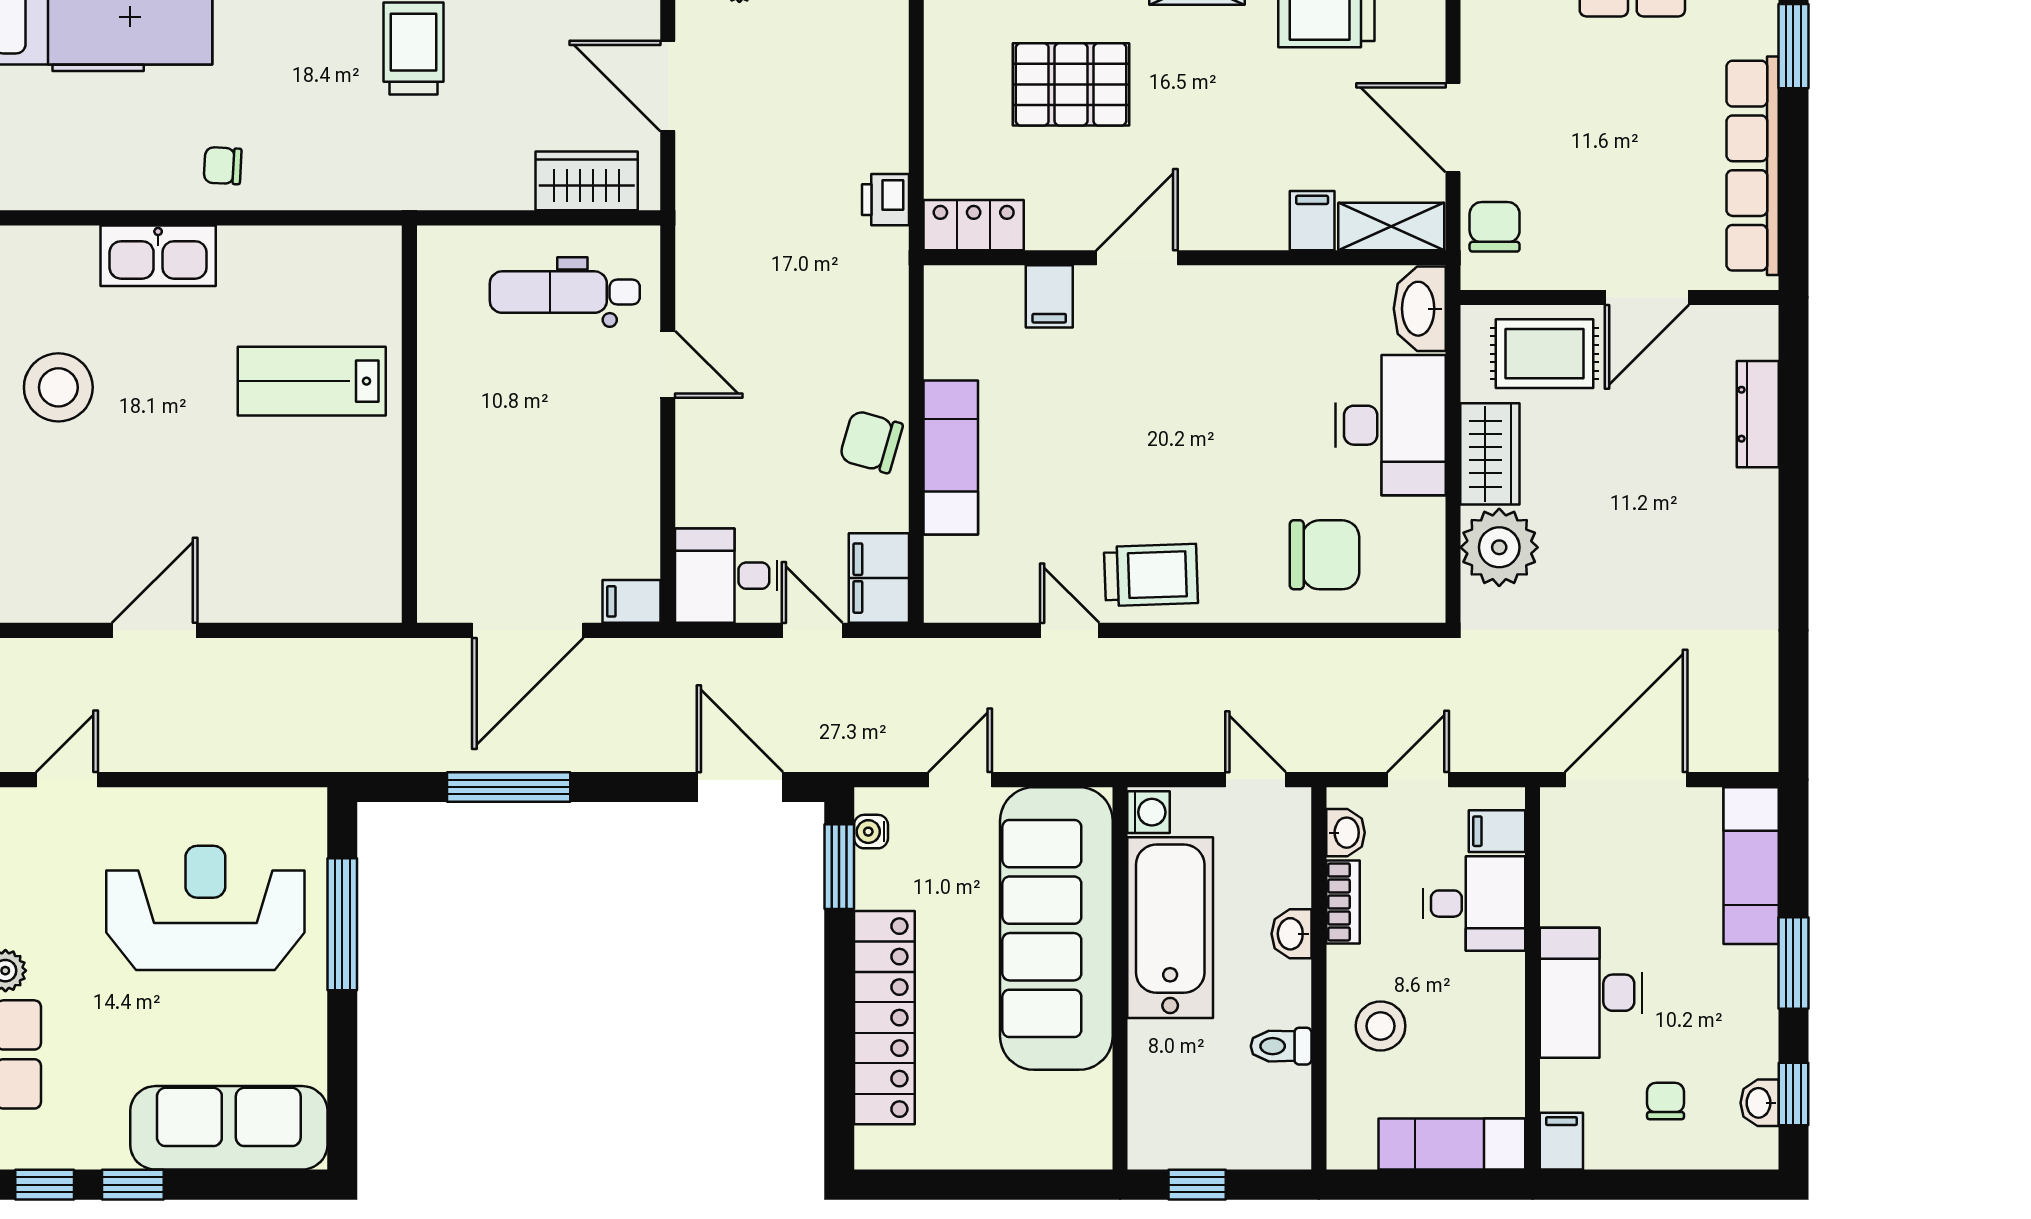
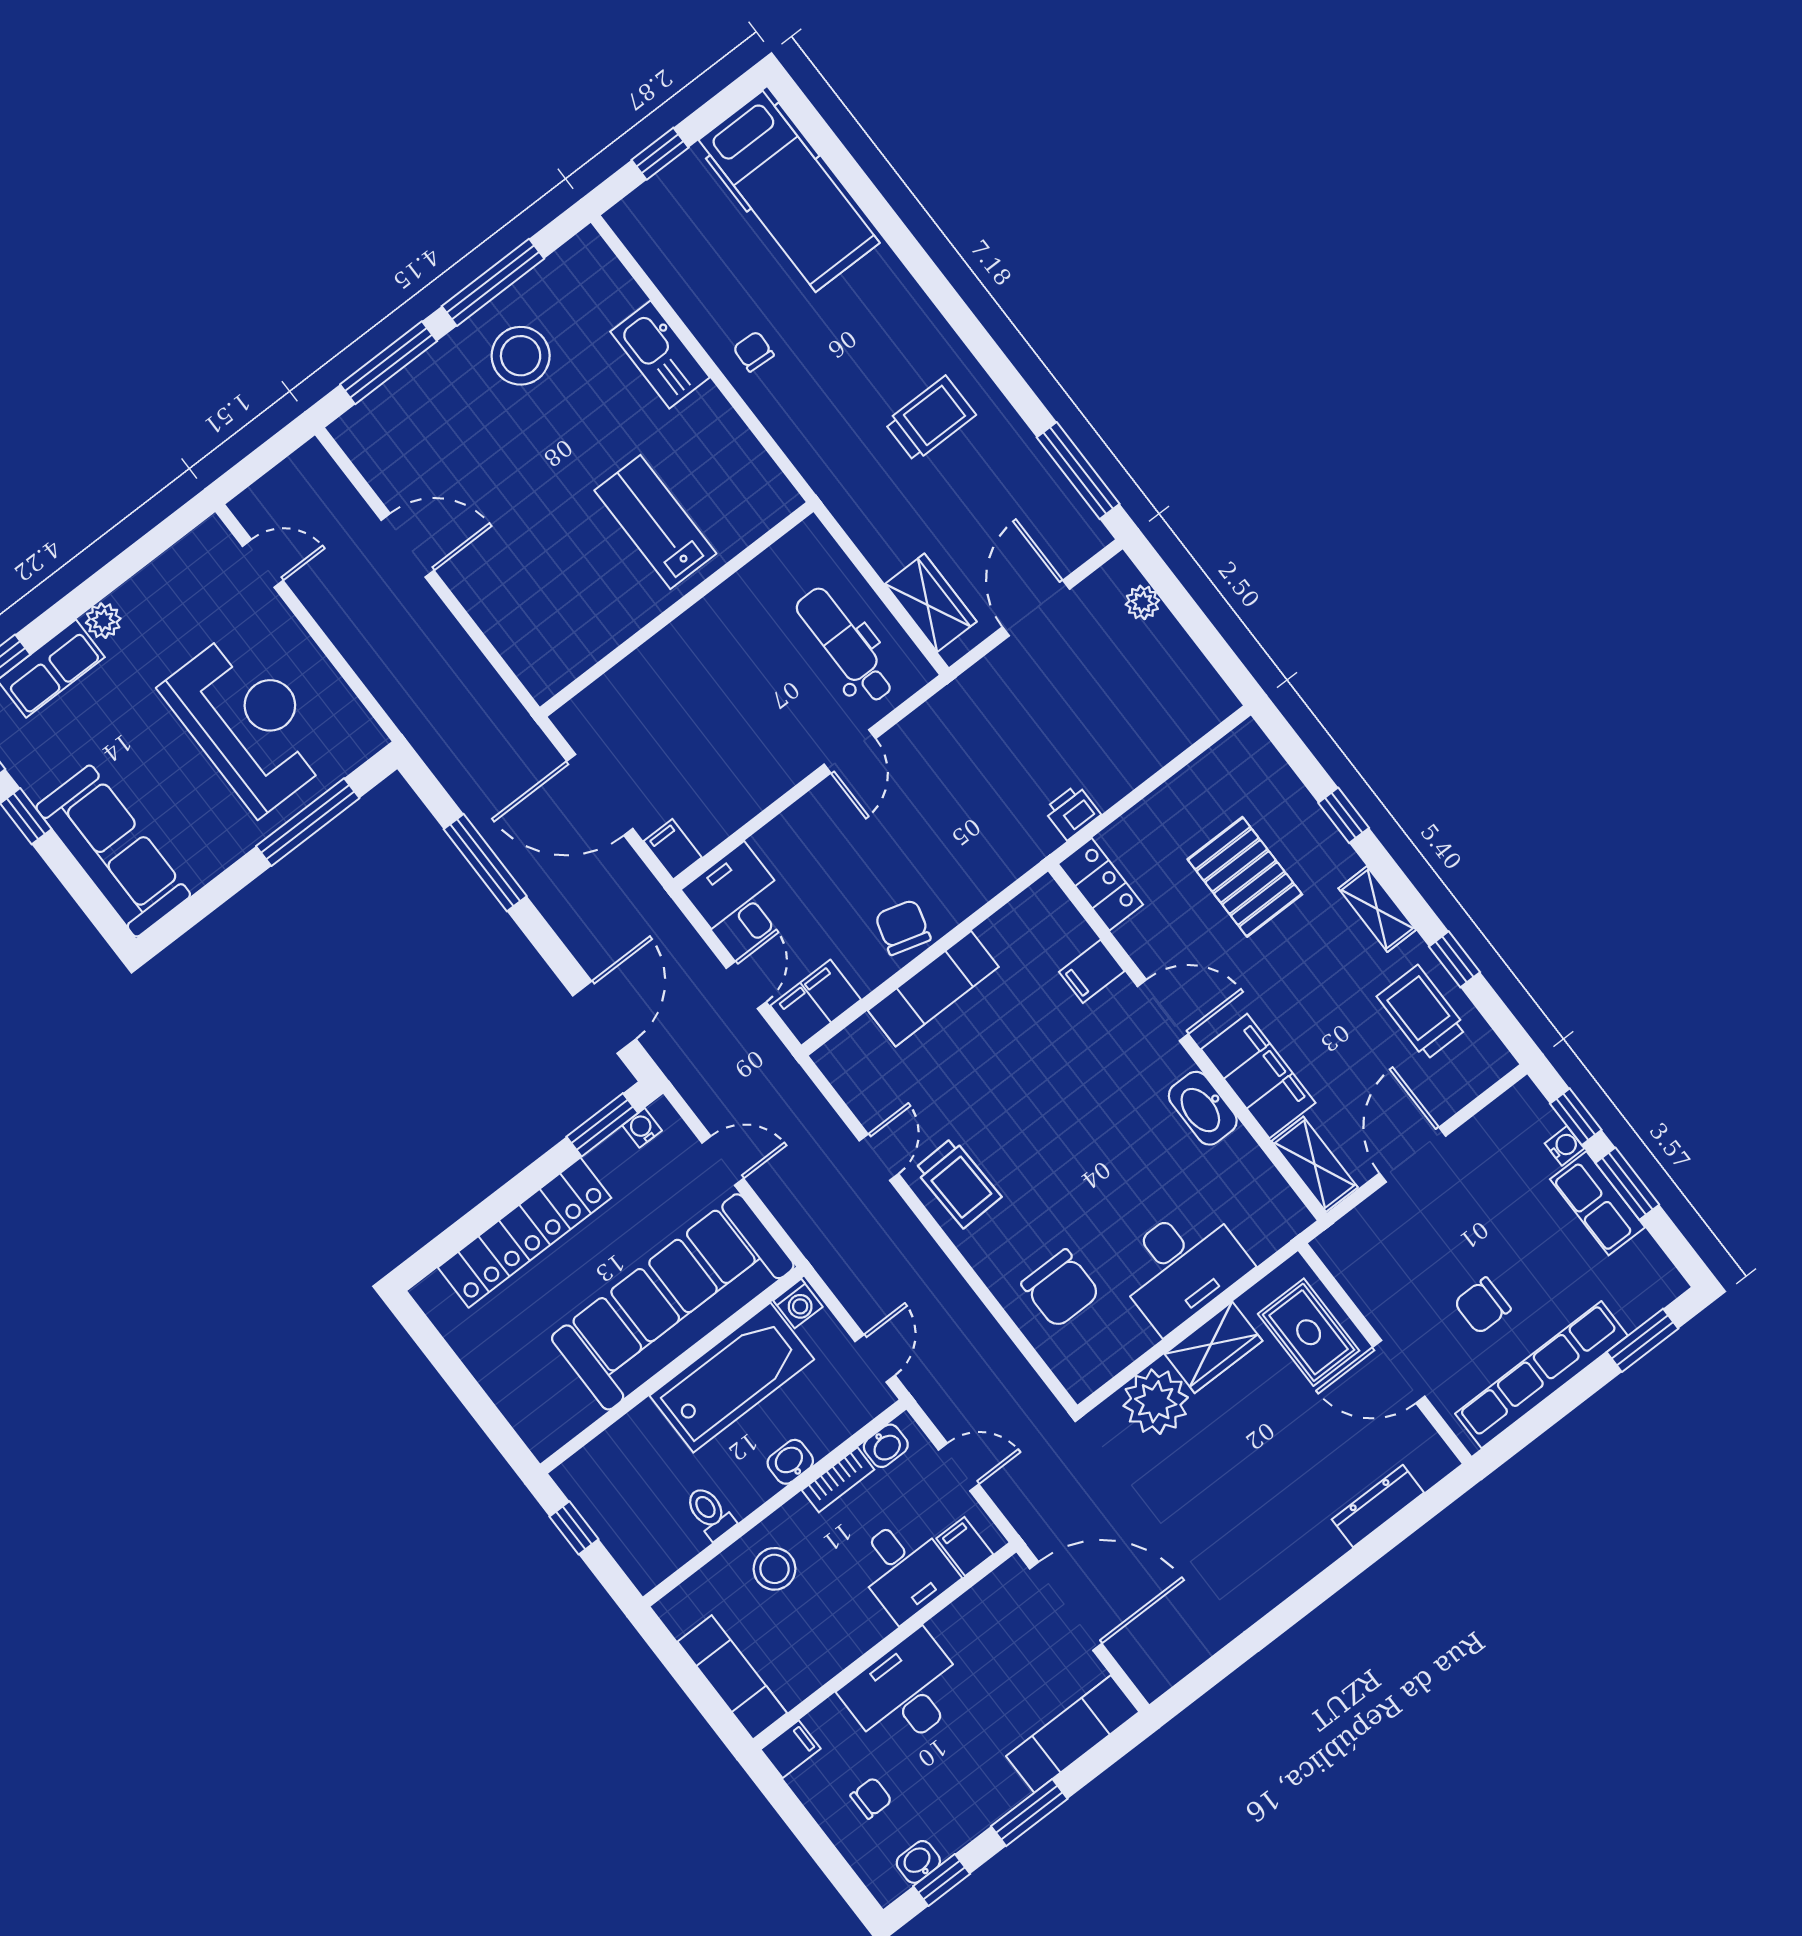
filing cabinet: (1312, 221) -> (1258, 1076), width x3.00, depth x1.17
chair: (1495, 227) -> (1482, 1306), moved, turned 180
washbasin: (1420, 309) -> (1203, 1108), moved, turned -90

